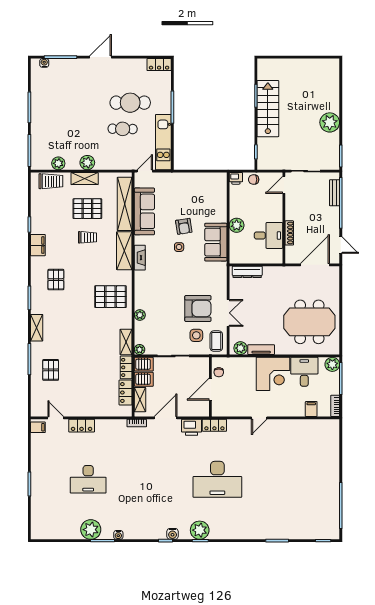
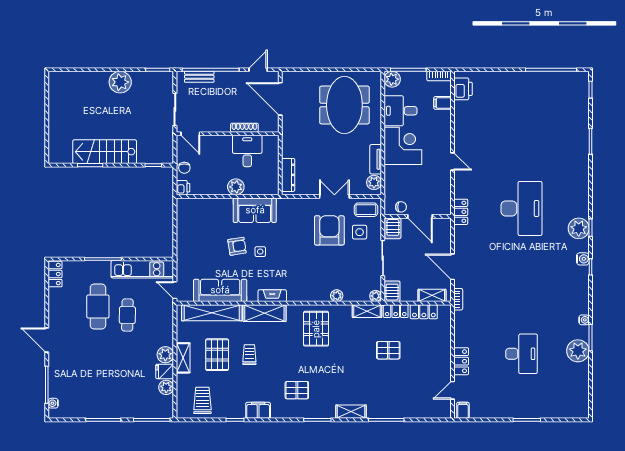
fridge: (72, 162) -> (165, 371), added
trolley: (51, 181) -> (202, 400), moved
pallet: (51, 370) -> (388, 350), moved
server rack: (144, 379) -> (393, 228), moved, turned 180
printer: (192, 427) -> (463, 89), moved

